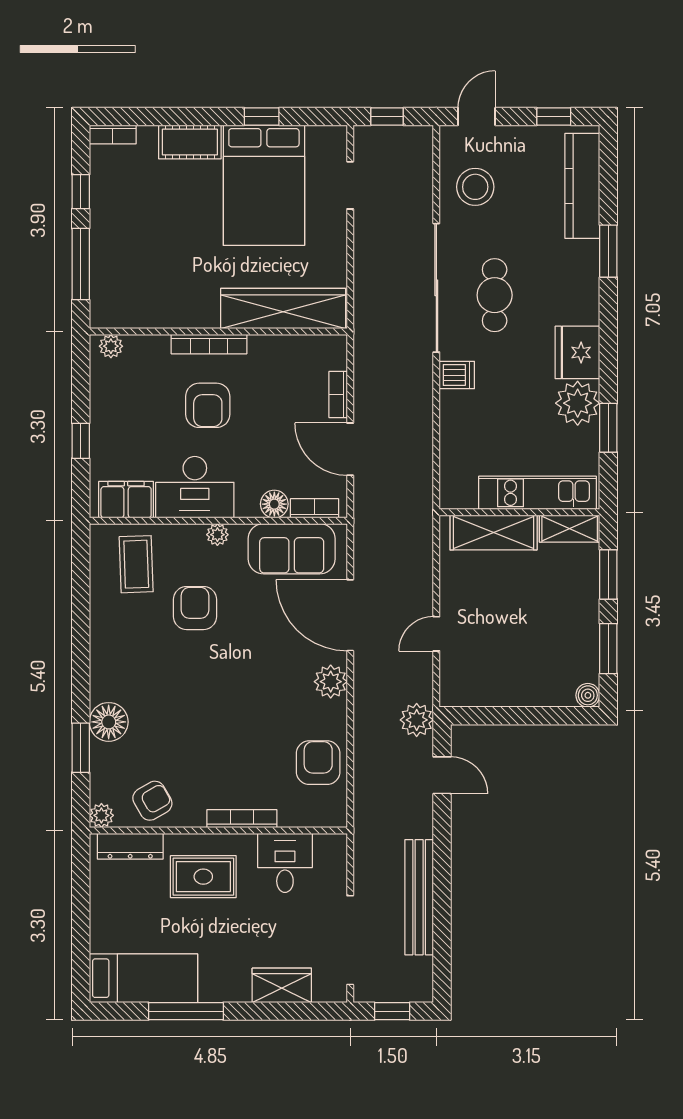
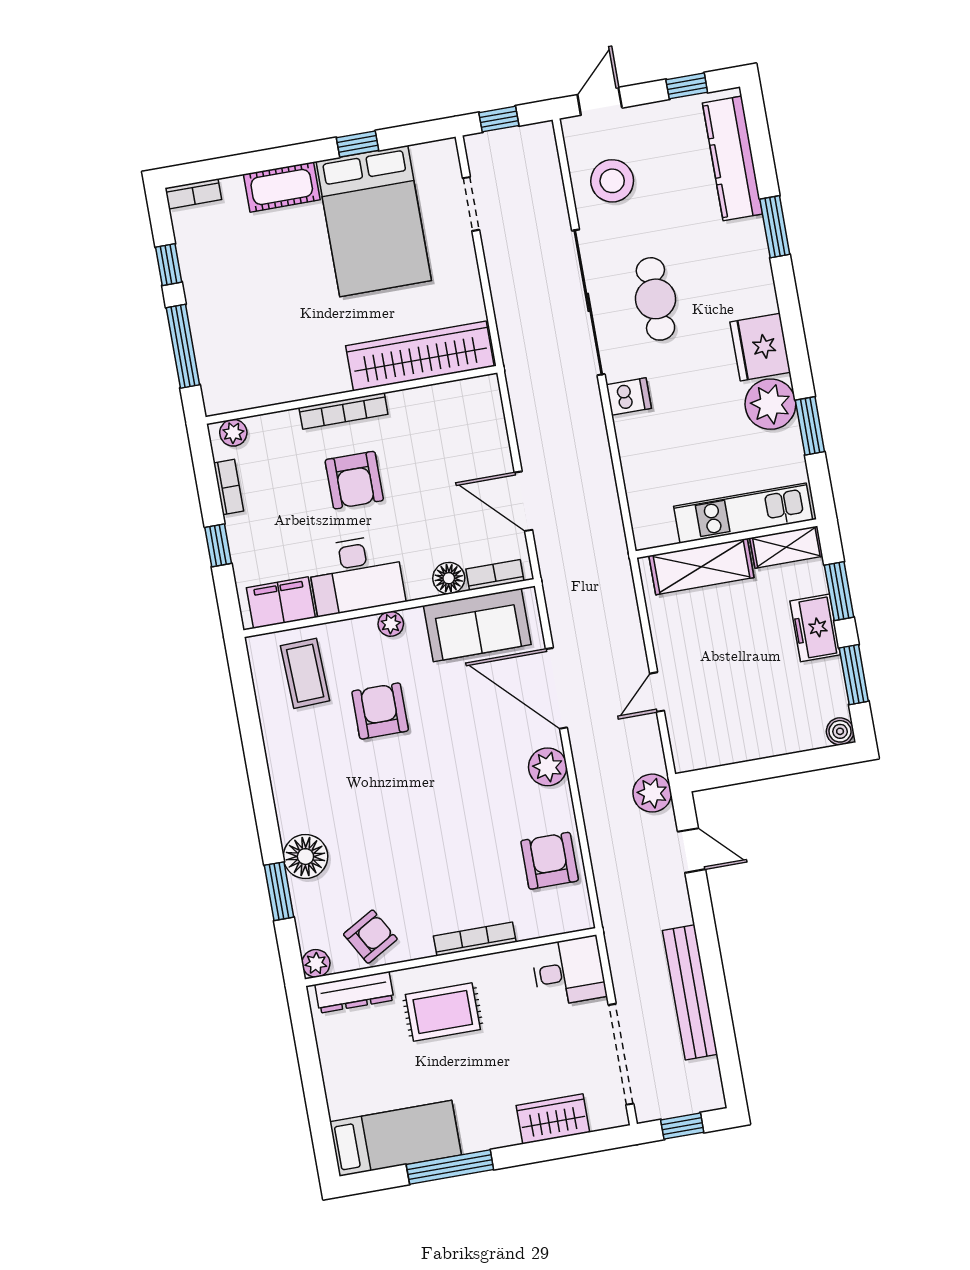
bookcase: (338, 394) -> (229, 487), moved, turned 180
freezer: (582, 603) -> (815, 628), added
desk: (285, 863) -> (569, 971), moved, turned 90

